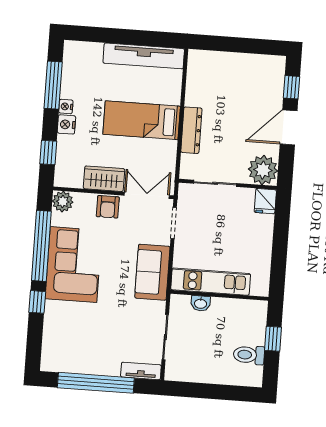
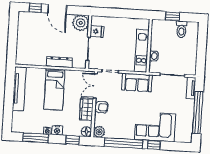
floor lamp: (63, 178) -> (86, 132), added
fridge: (265, 201) -> (97, 32), moved
corner sofa: (74, 265) -> (155, 127), moved

